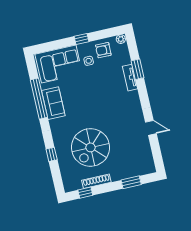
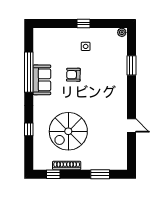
armchair: (103, 50) -> (73, 75), moved
corner sofa: (59, 64) -> (56, 43), removed
tv unit: (130, 78) -> (122, 72), removed

